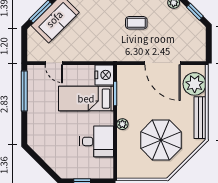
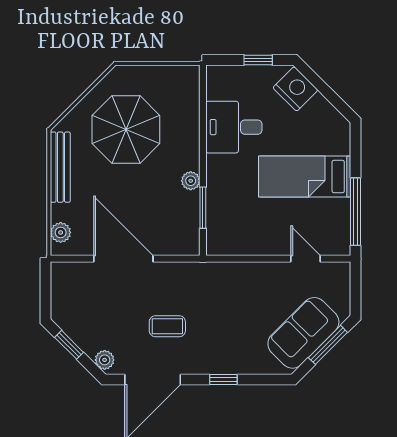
nightstand: (104, 75) -> (295, 89), moved, turned 135
plant: (195, 84) -> (61, 232), width x0.53, depth x0.53
bed: (86, 99) -> (305, 176), moved, turned 180
plant: (122, 124) -> (191, 181), moved

